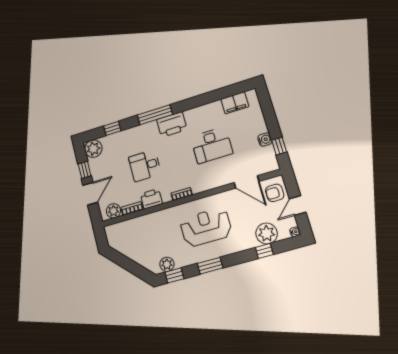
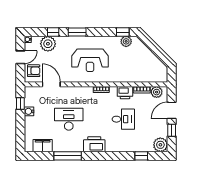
window: (155, 115) -> (68, 156), moved
window: (210, 266) -> (77, 32), moved

